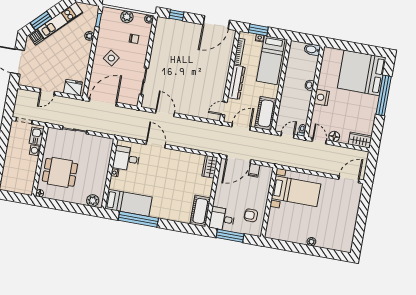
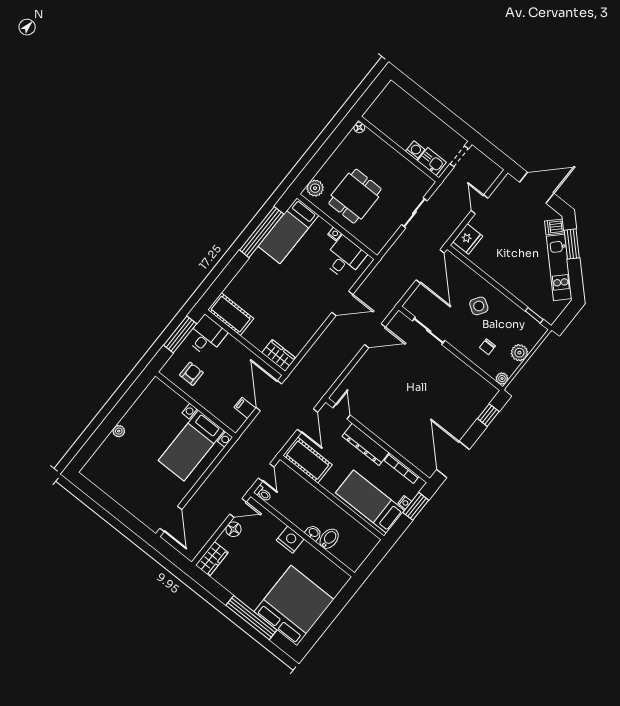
plant: (89, 36) -> (521, 294), removed
bidet: (312, 49) -> (329, 539), moved
dining table: (60, 172) -> (355, 196), moved

